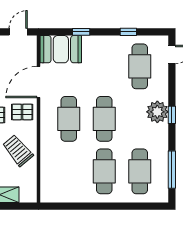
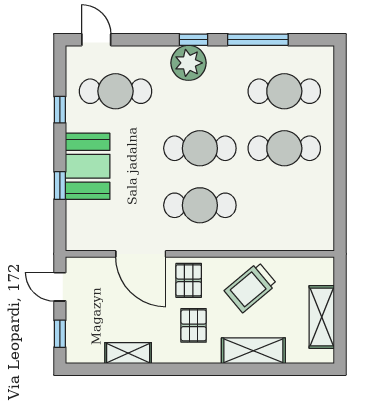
booth: (61, 49) -> (88, 166), moved
window: (172, 170) -> (258, 40), moved

